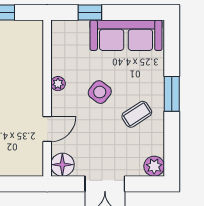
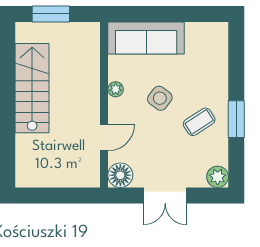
window: (90, 13) -> (149, 14), removed
sofa: (126, 35) -> (146, 38), moved
window: (172, 94) -> (236, 119), moved

